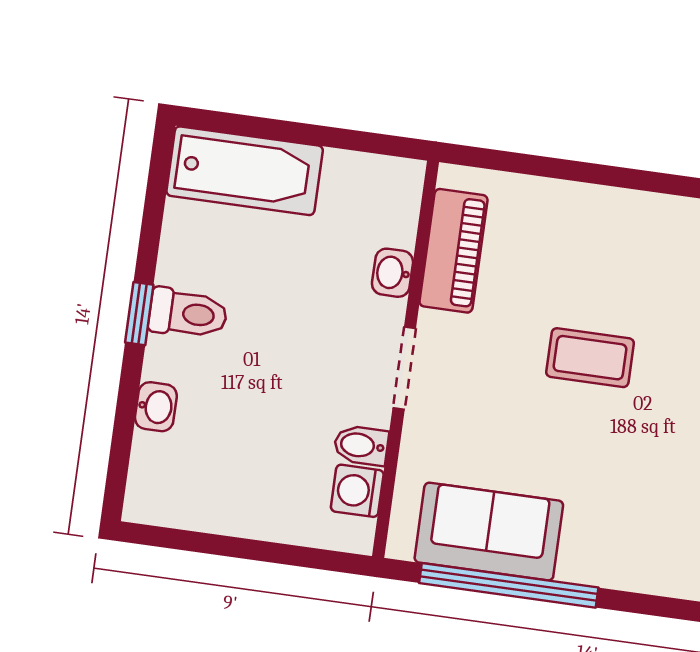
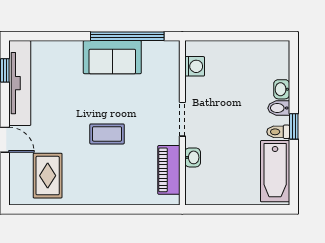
bathtub: (245, 171) -> (275, 171), moved, turned -90
toilet: (188, 313) -> (278, 132), width x0.73, depth x0.72
bidet: (361, 445) -> (279, 108), moved, turned 180
sofa: (489, 532) -> (112, 57), moved

